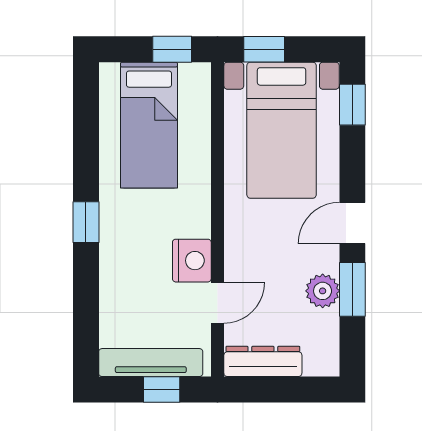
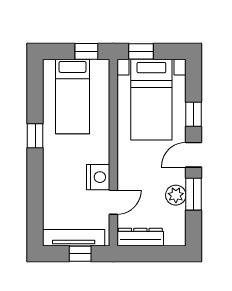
window: (352, 105) -> (194, 114), moved
window: (86, 222) -> (35, 136), moved

